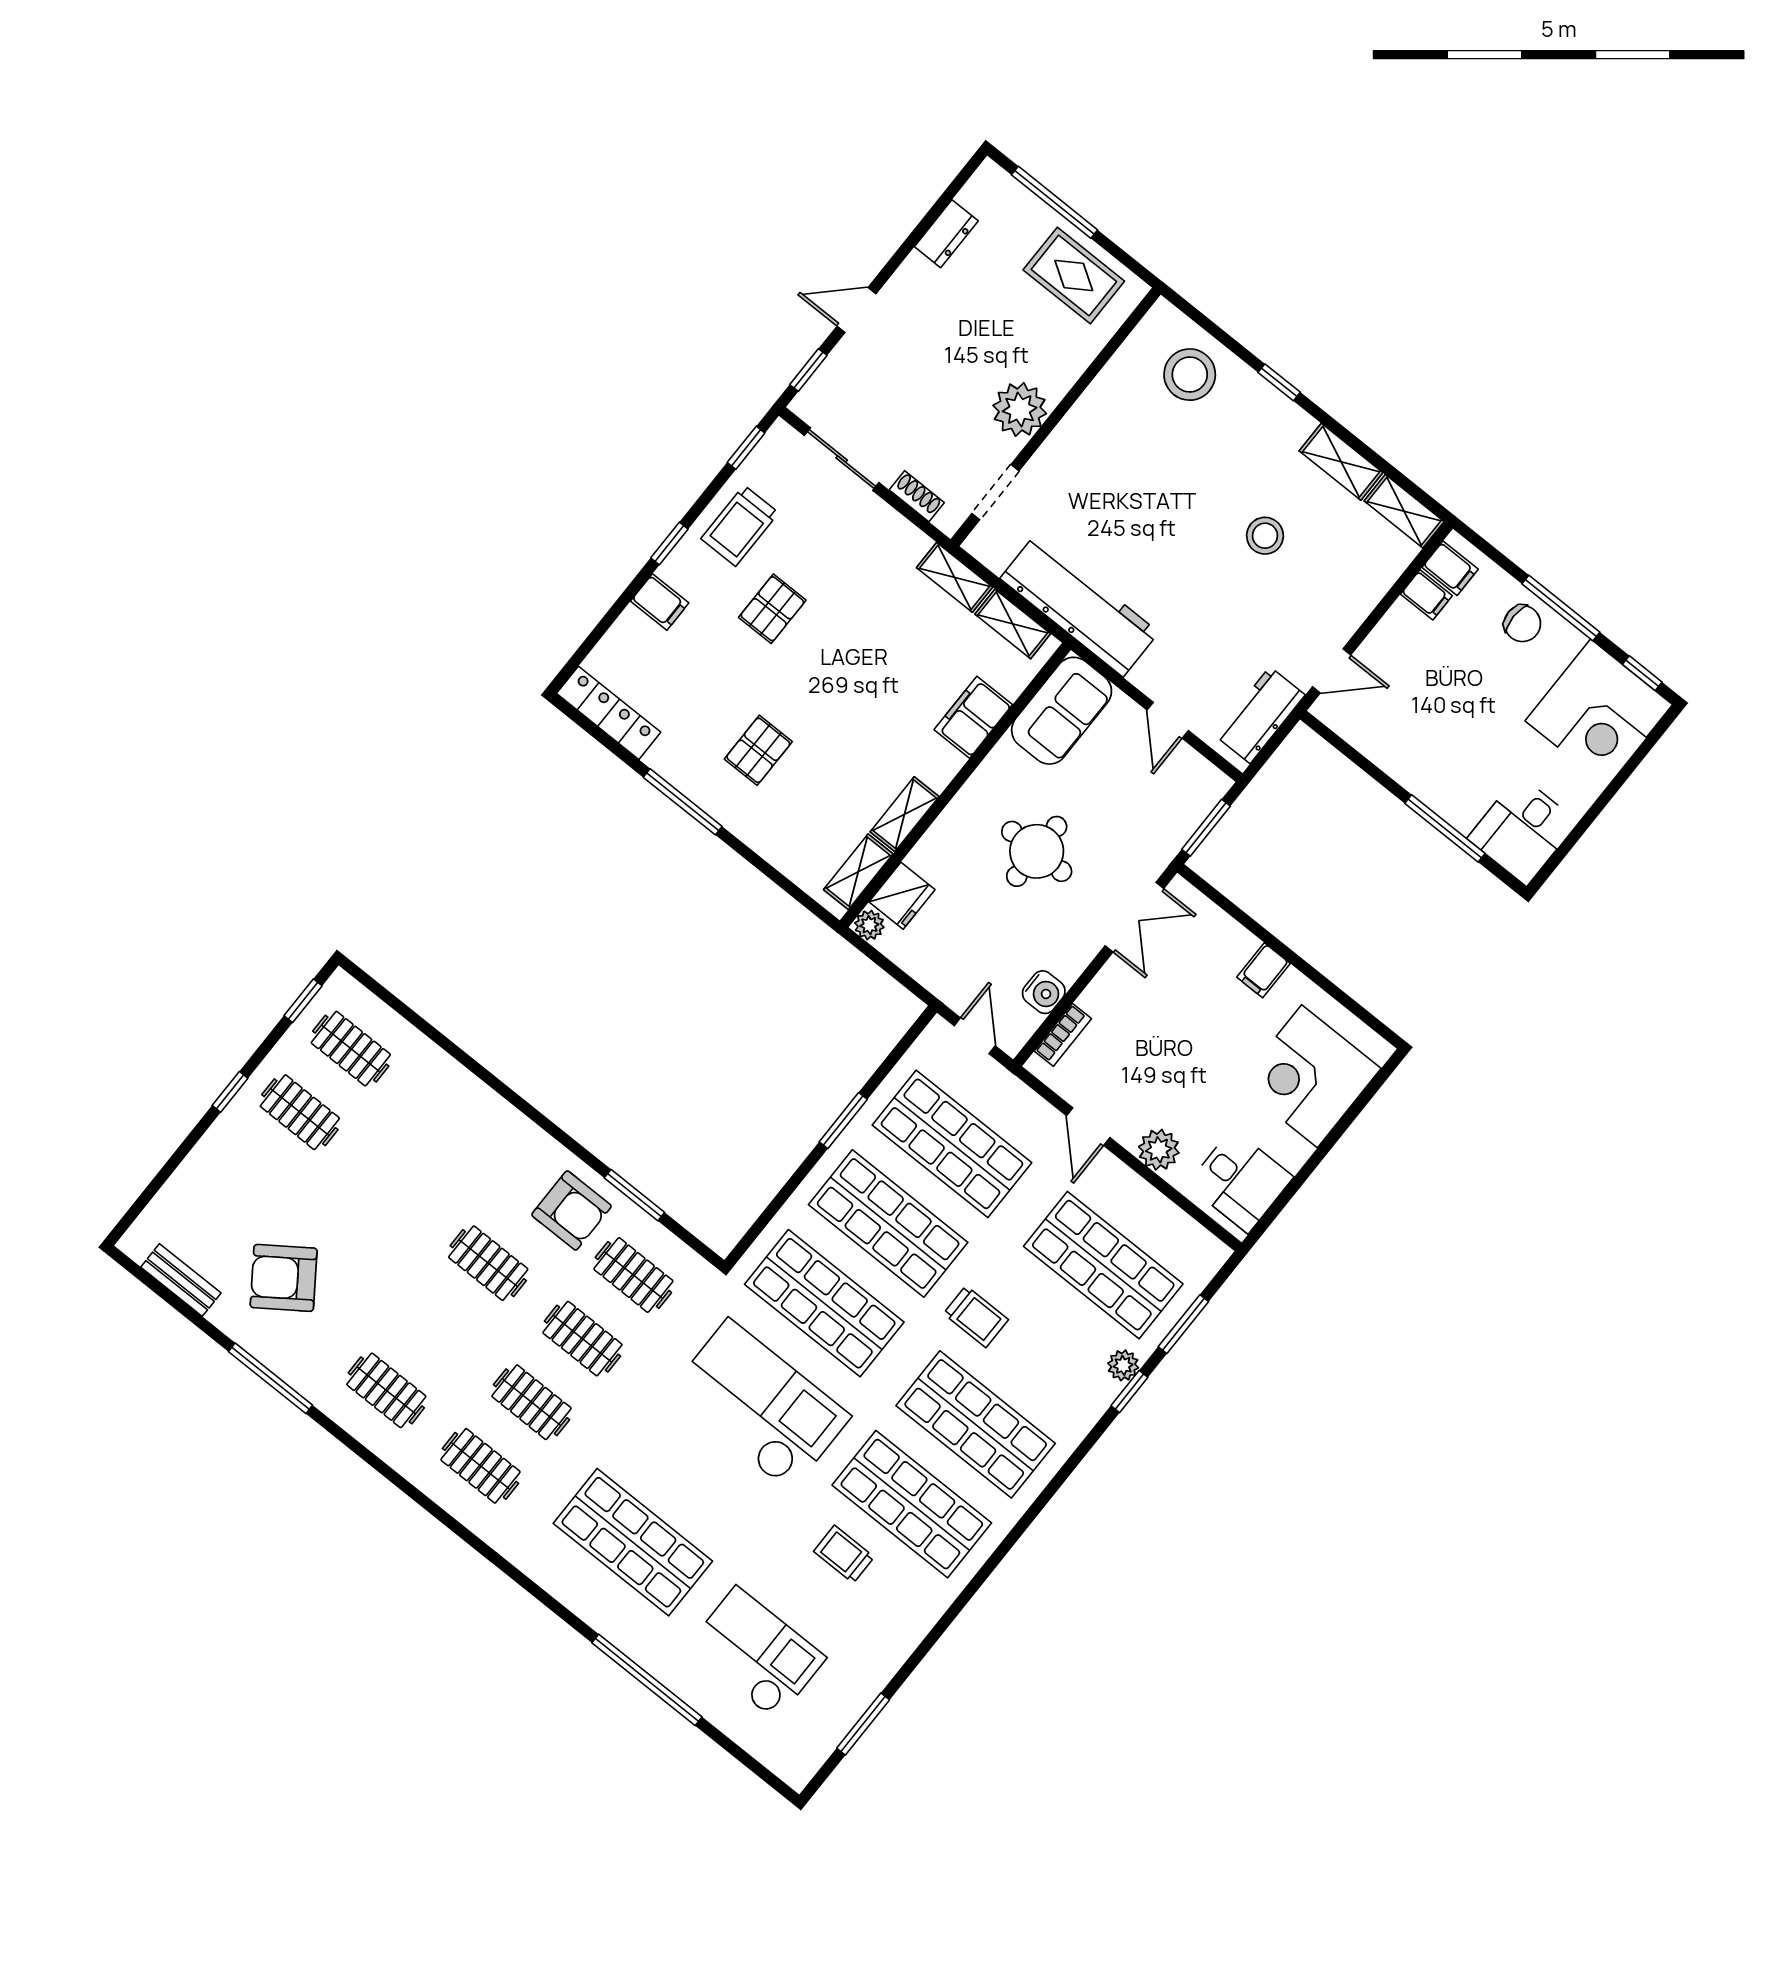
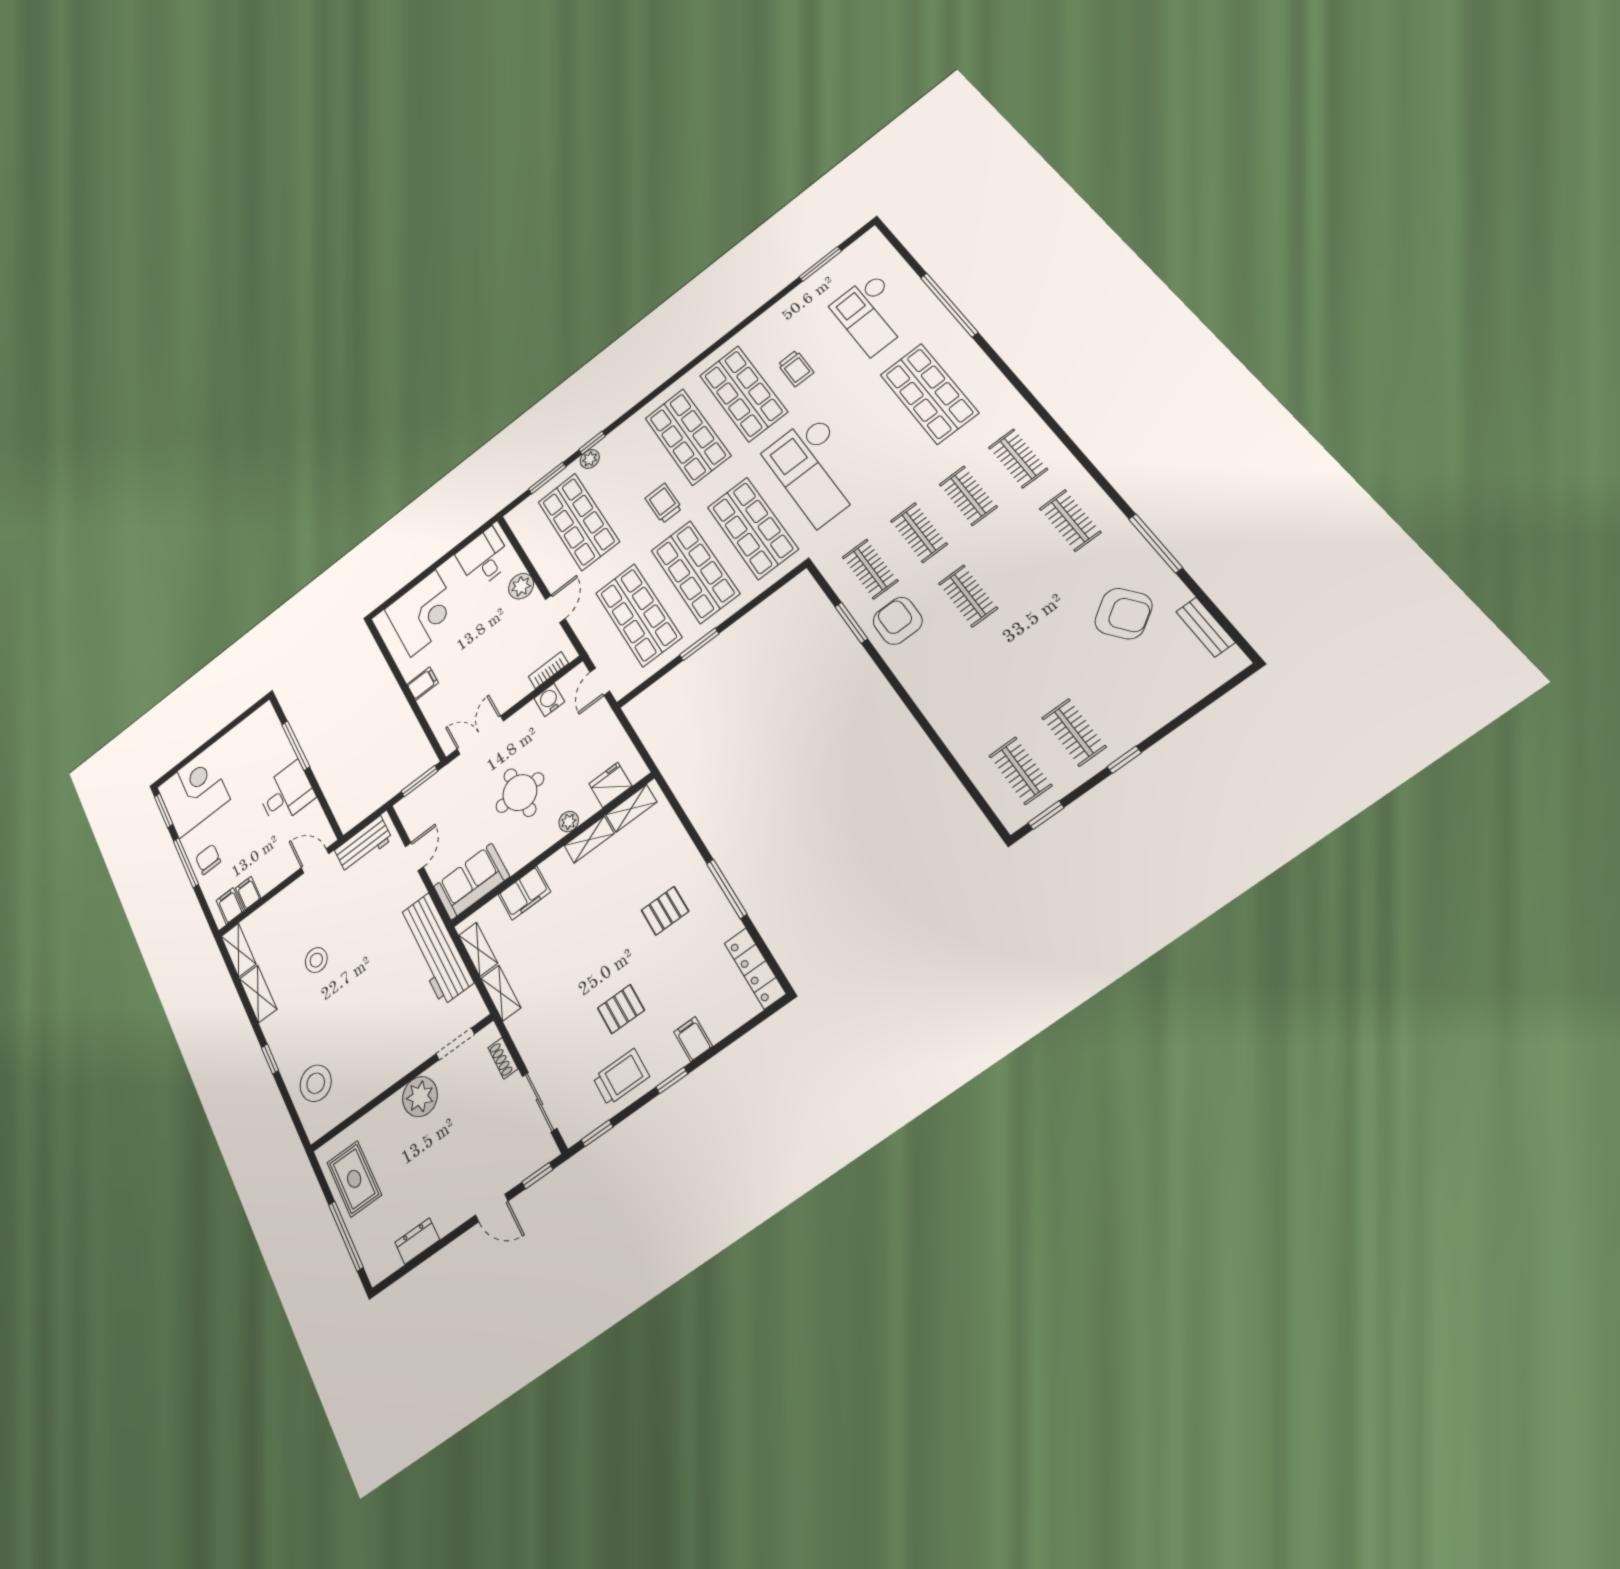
window: (1642, 673) -> (164, 811), width x1.50
desk: (1523, 830) -> (286, 794), moved
plant: (869, 925) -> (569, 822), moved

